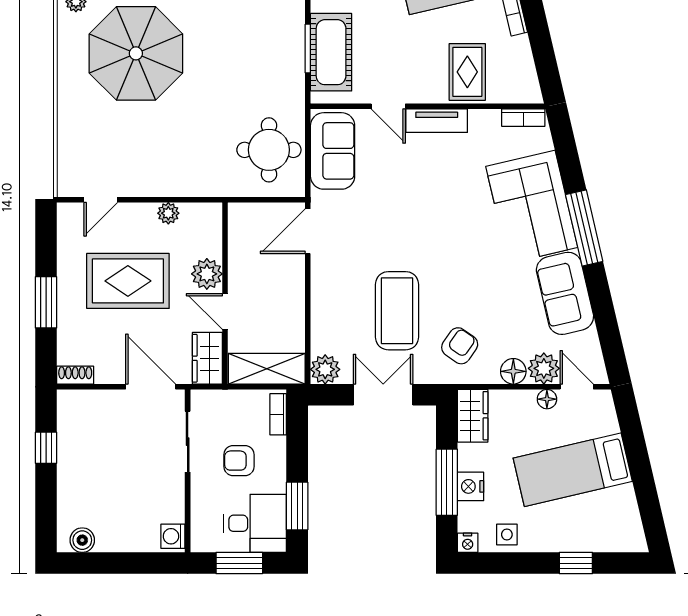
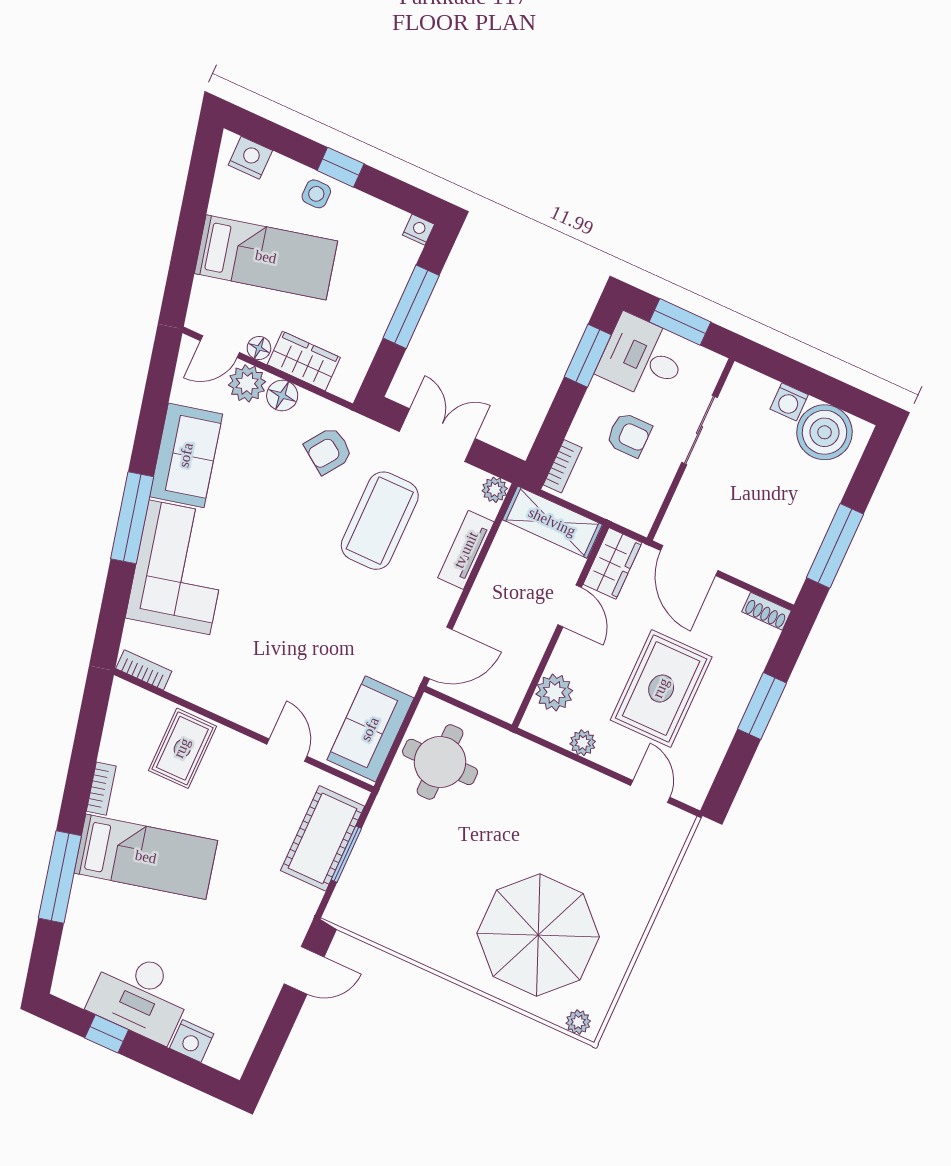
tv unit: (437, 121) -> (466, 550), moved, turned -90
door: (101, 200) -> (650, 791), hinge flipped
plant: (207, 274) -> (554, 692), moved
rug: (128, 281) -> (661, 688), turned 90
plant: (325, 369) -> (495, 490), width x0.73, depth x0.73
door: (577, 387) -> (220, 347), hinge flipped
double door: (383, 395) -> (437, 435), swing flipped
wardrobe: (473, 416) -> (304, 361), moved, turned 90
sliding door: (188, 442) -> (700, 430), moved
window: (46, 448) -> (835, 546), width x2.17
nightstand: (471, 486) -> (250, 158), moved, turned -90
side table: (507, 534) -> (316, 194), moved
washing machine: (173, 536) -> (789, 402), moved, turned 90
boiler: (82, 540) -> (825, 432), width x1.86, depth x1.86
window: (576, 563) -> (341, 167), moved

